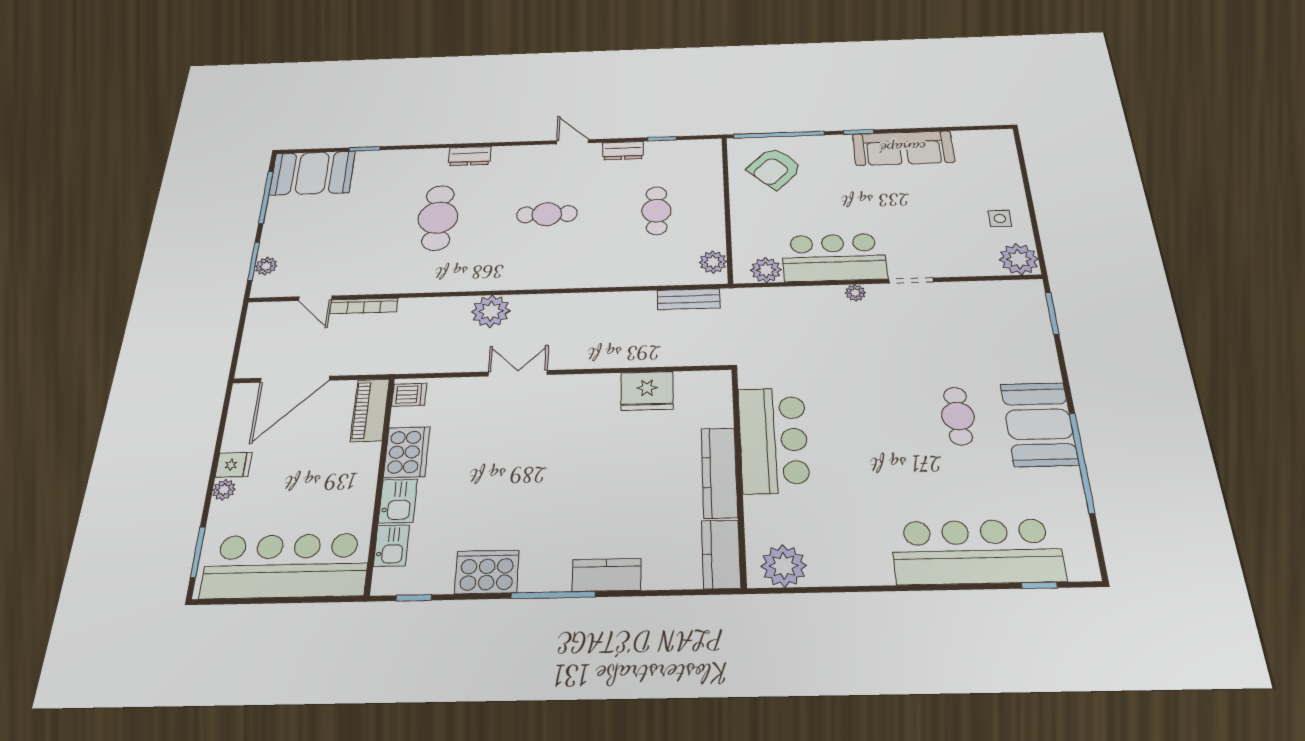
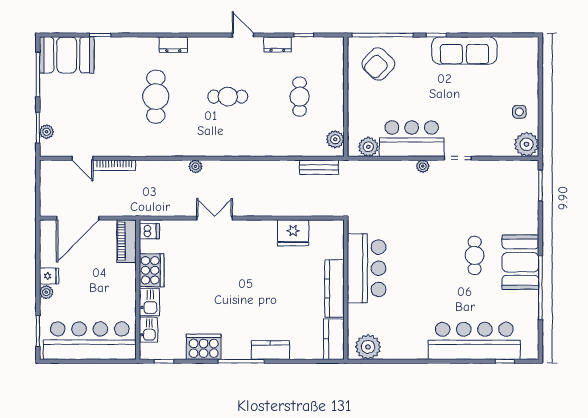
plant: (491, 311) -> (195, 166), width x0.53, depth x0.53

